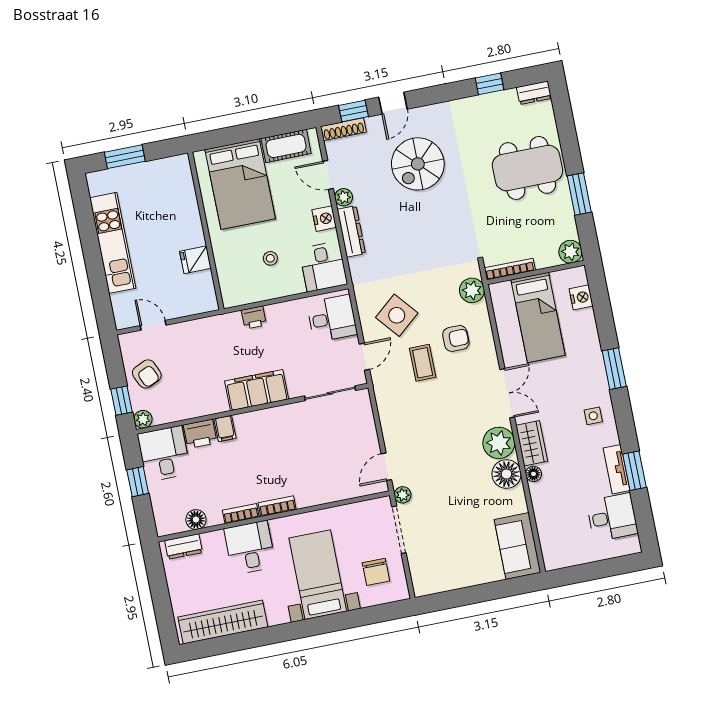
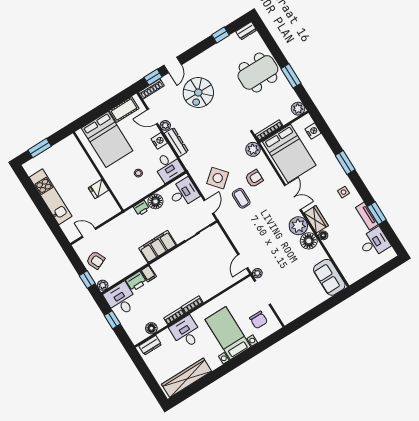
floor lamp: (281, 315) -> (155, 201), added
bed: (538, 318) -> (289, 153), width x1.50

